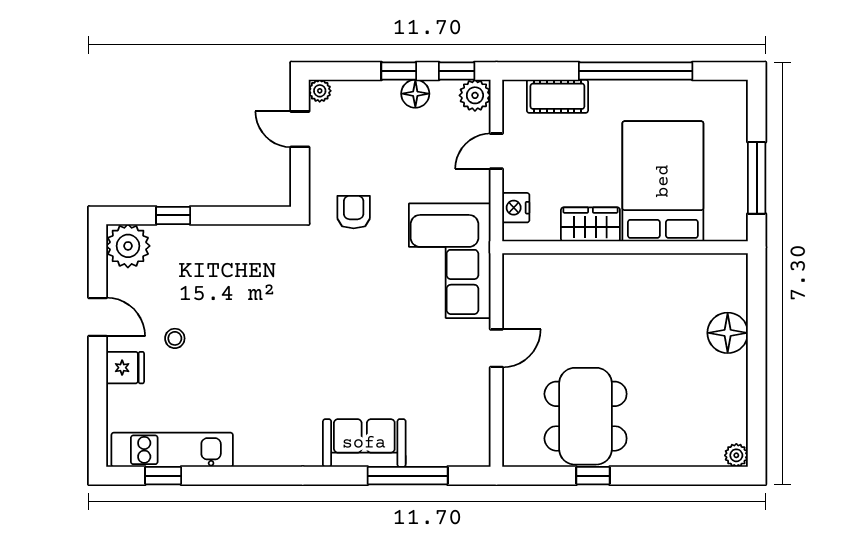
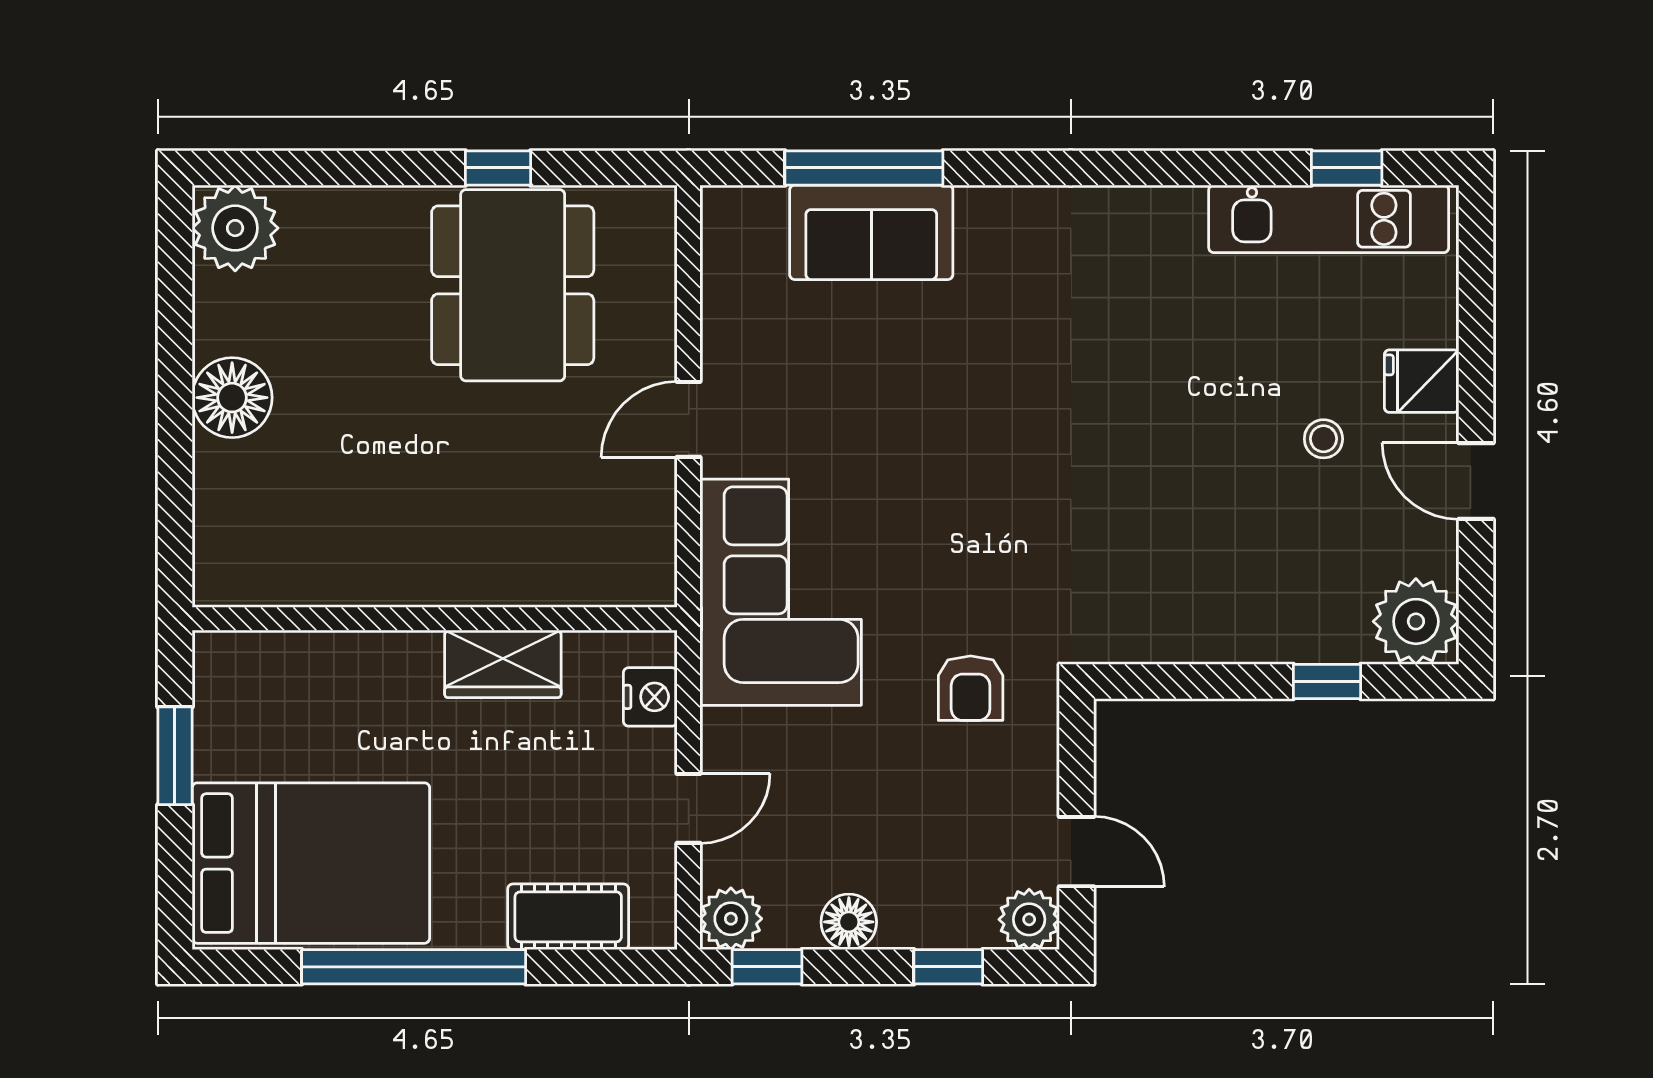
window: (399, 71) -> (948, 967), moved
plant: (320, 91) -> (1029, 919), width x1.38, depth x1.38
window: (757, 178) -> (175, 756), width x0.69
bed: (663, 181) -> (311, 863), moved, turned -90
floor lamp: (728, 333) -> (232, 398), moved
sofa: (364, 443) -> (871, 232), moved
plant: (736, 455) -> (235, 228), width x1.87, depth x1.87

